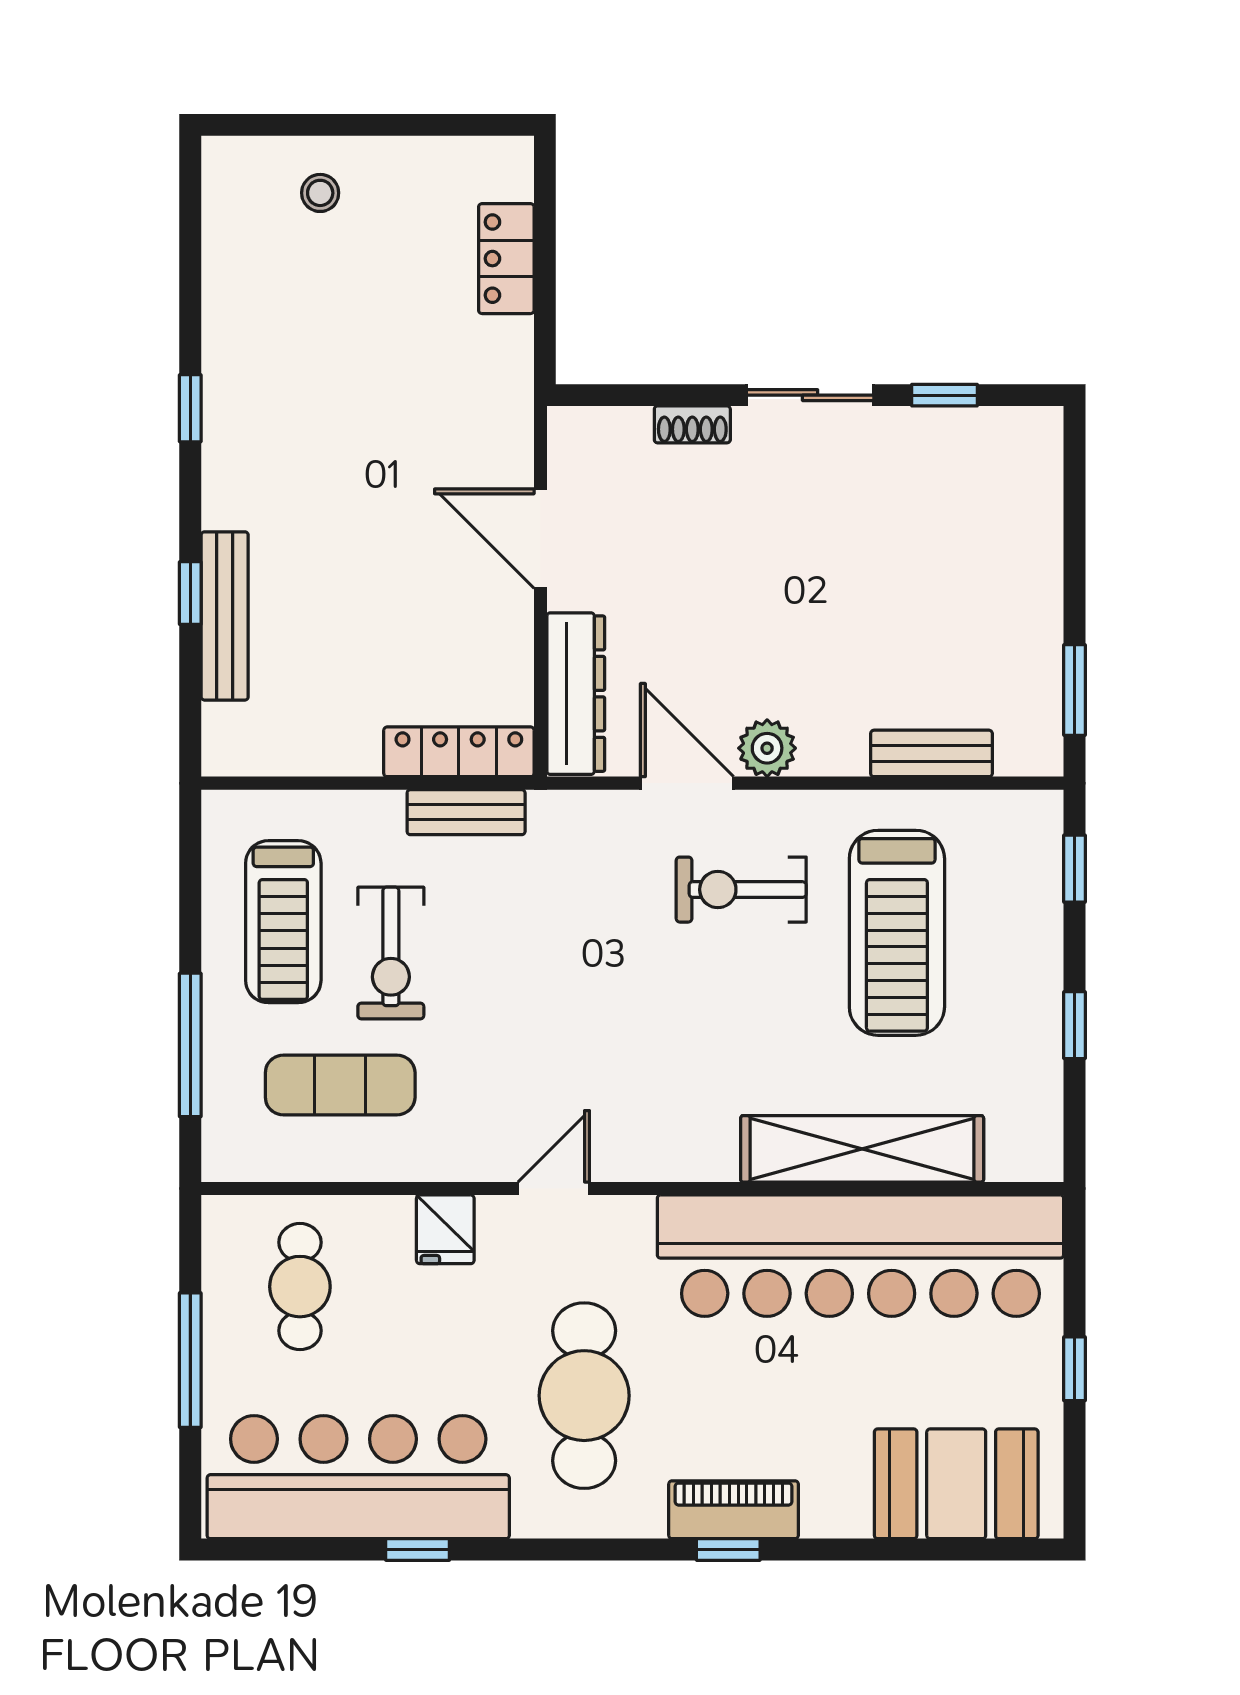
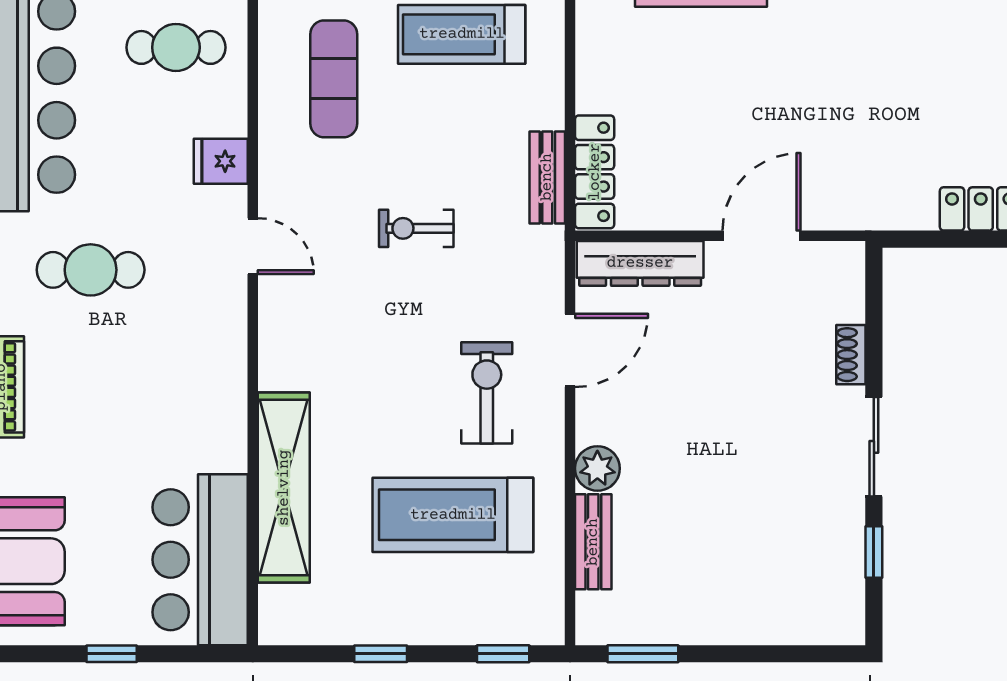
plant: (767, 748) -> (597, 468), moved
exercise bike: (391, 953) -> (416, 228), moved, width x0.73, depth x0.72
bar counter: (860, 1256) -> (200, 560), width x0.54
cafe table: (584, 1396) -> (91, 270), width x0.73, depth x0.74

